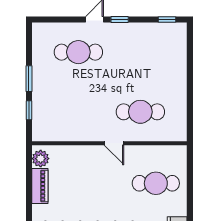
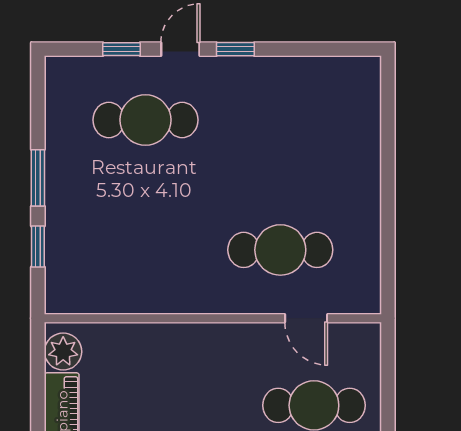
window: (167, 20) -> (121, 49), moved
door: (114, 143) -> (306, 318), moved

